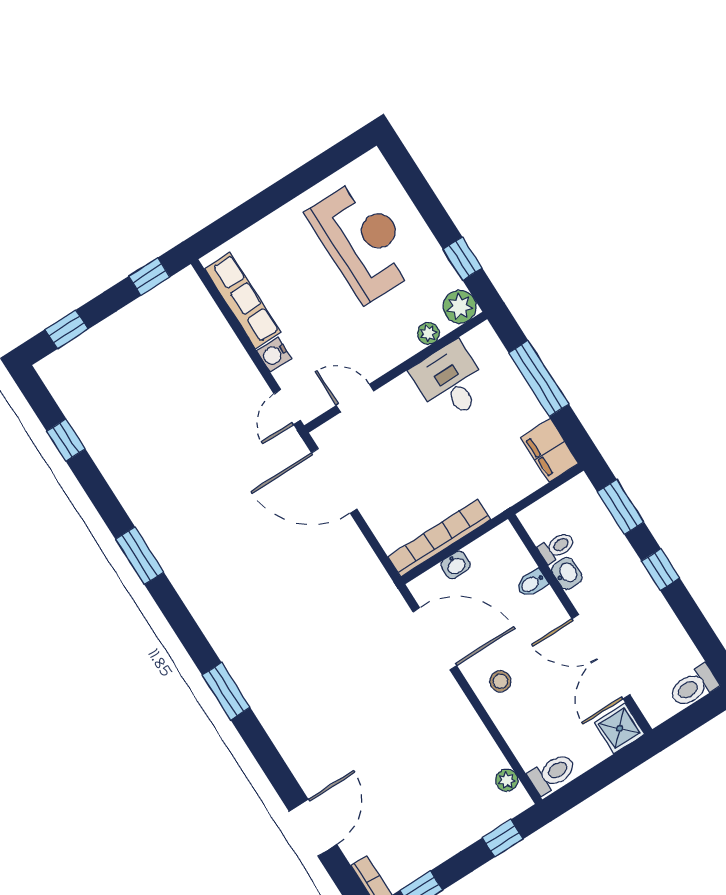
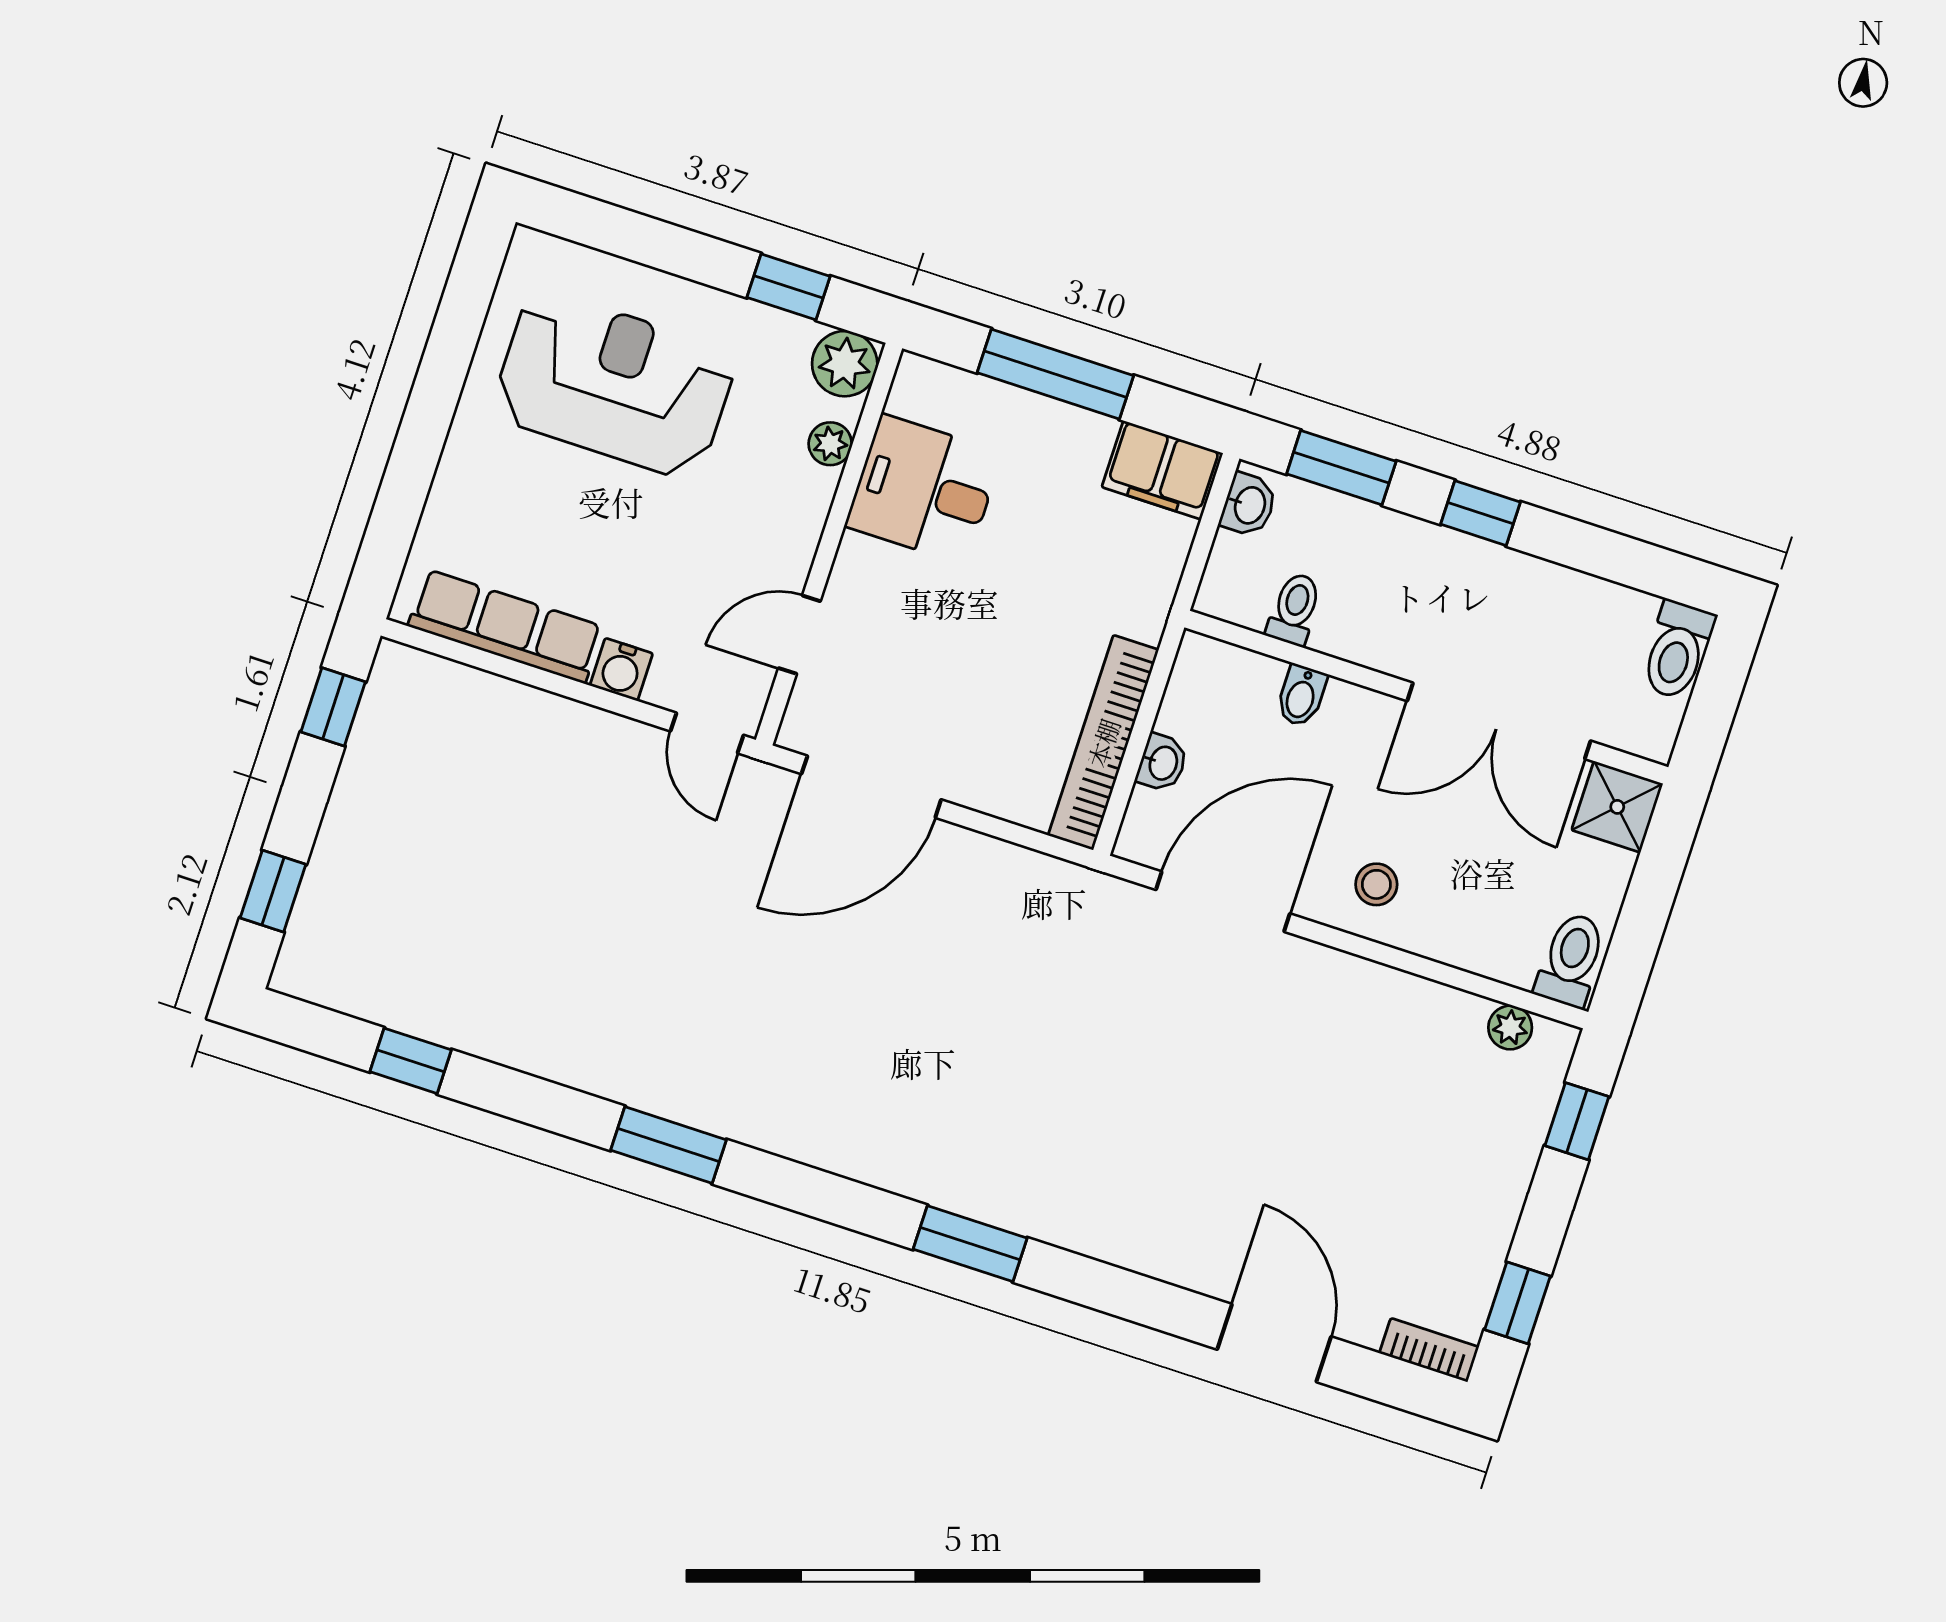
washbasin: (567, 573) -> (1249, 505), moved, turned 90

